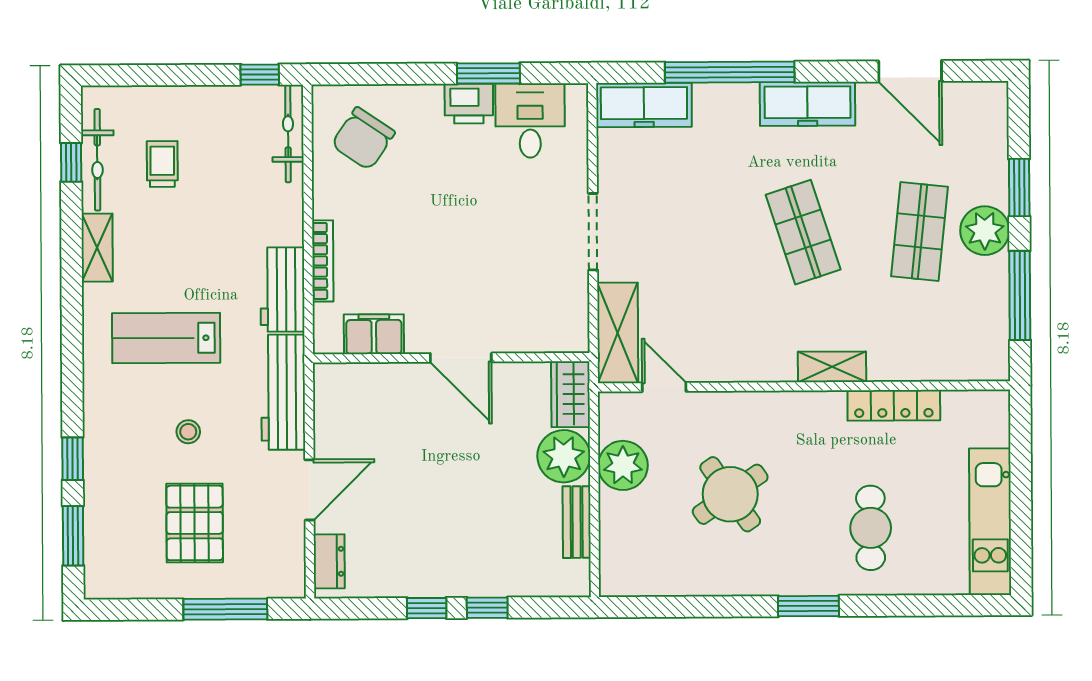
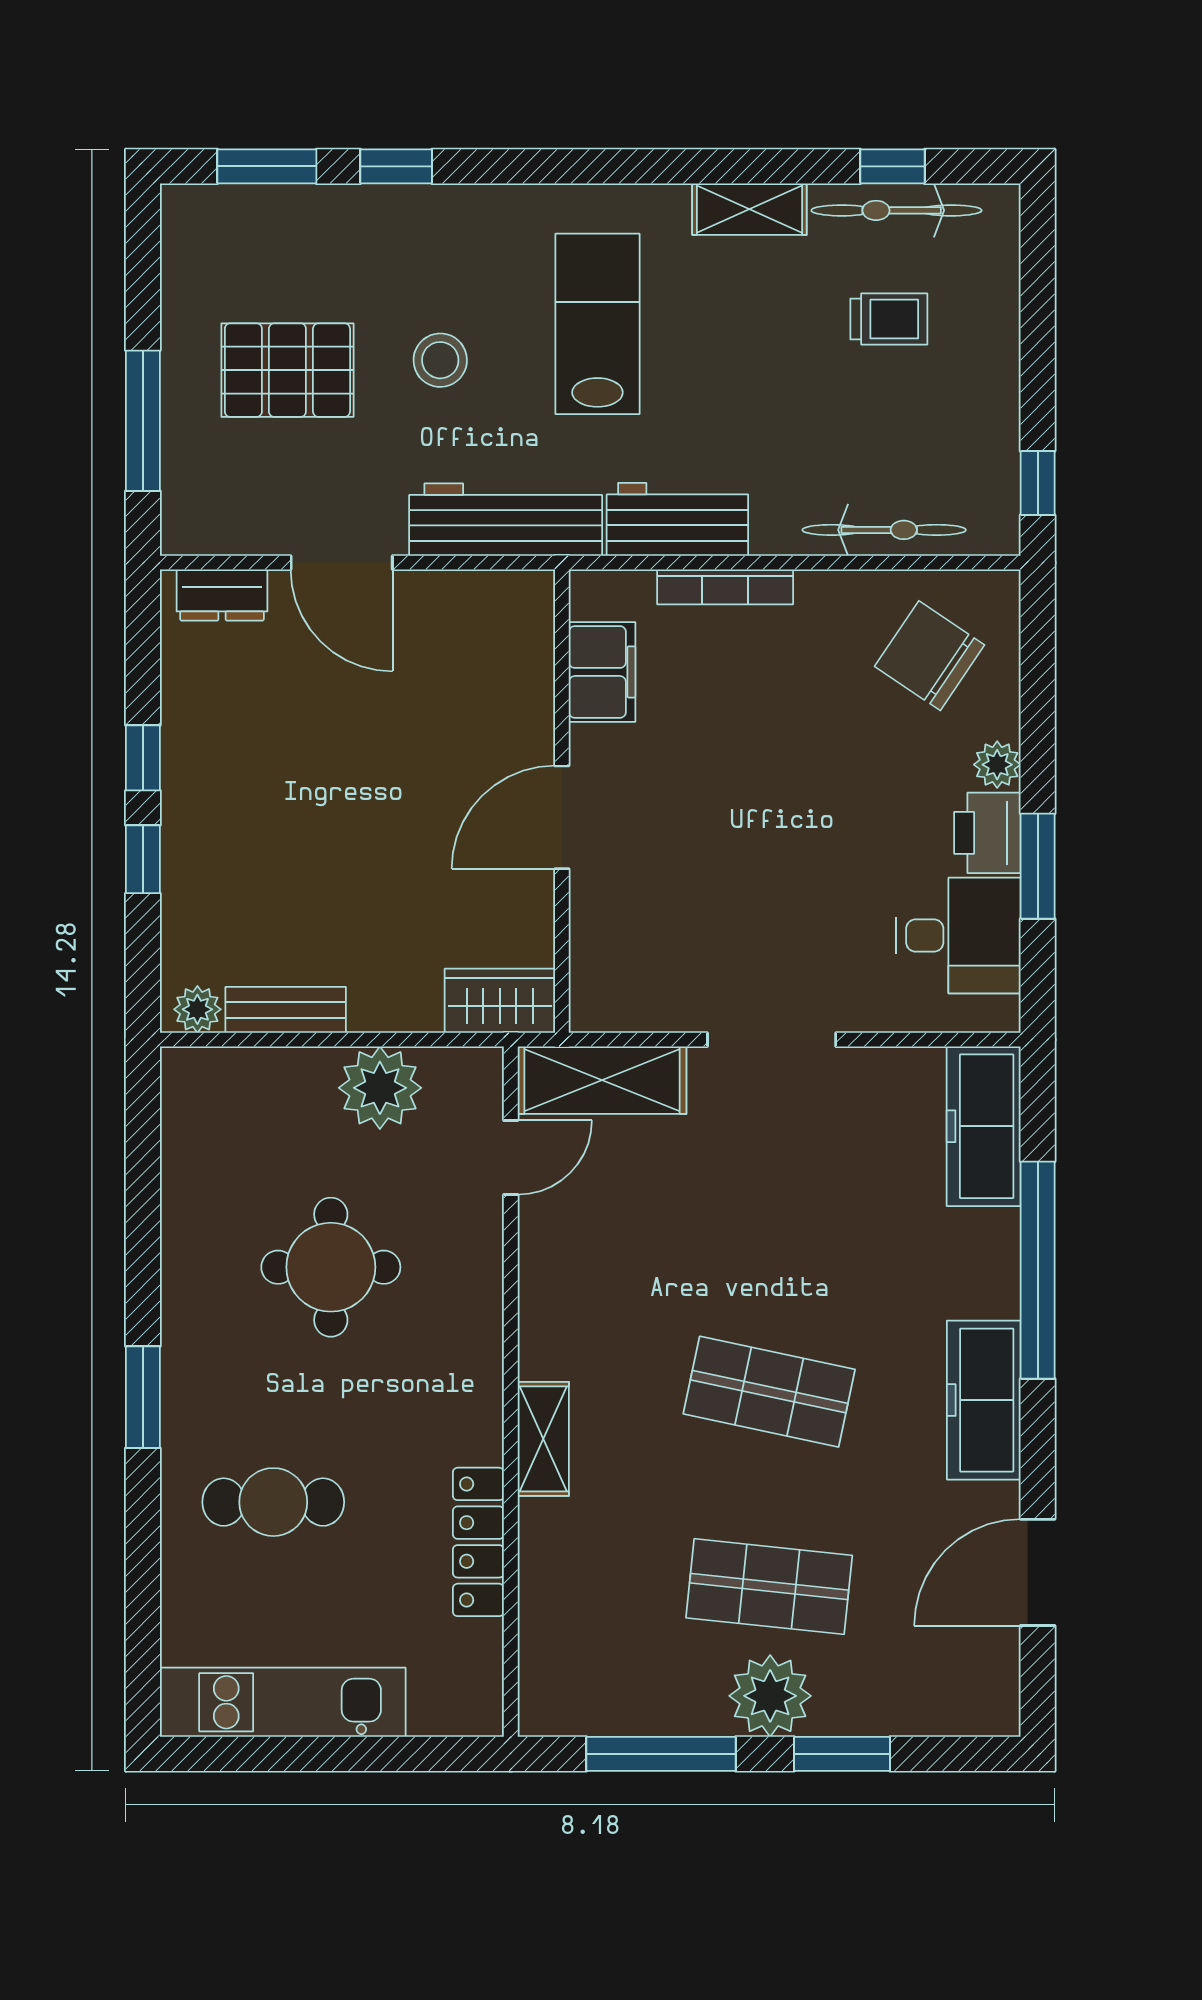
plant: (428, 98) -> (997, 765), added
bicycle: (288, 134) -> (884, 530), moved
shop shelf: (803, 232) -> (769, 1392), turned 30
stool: (188, 432) -> (440, 360), width x1.37, depth x1.37
plant: (564, 456) -> (197, 1009), moved, width x0.53, depth x0.53
round table: (730, 494) -> (331, 1267), turned 35

